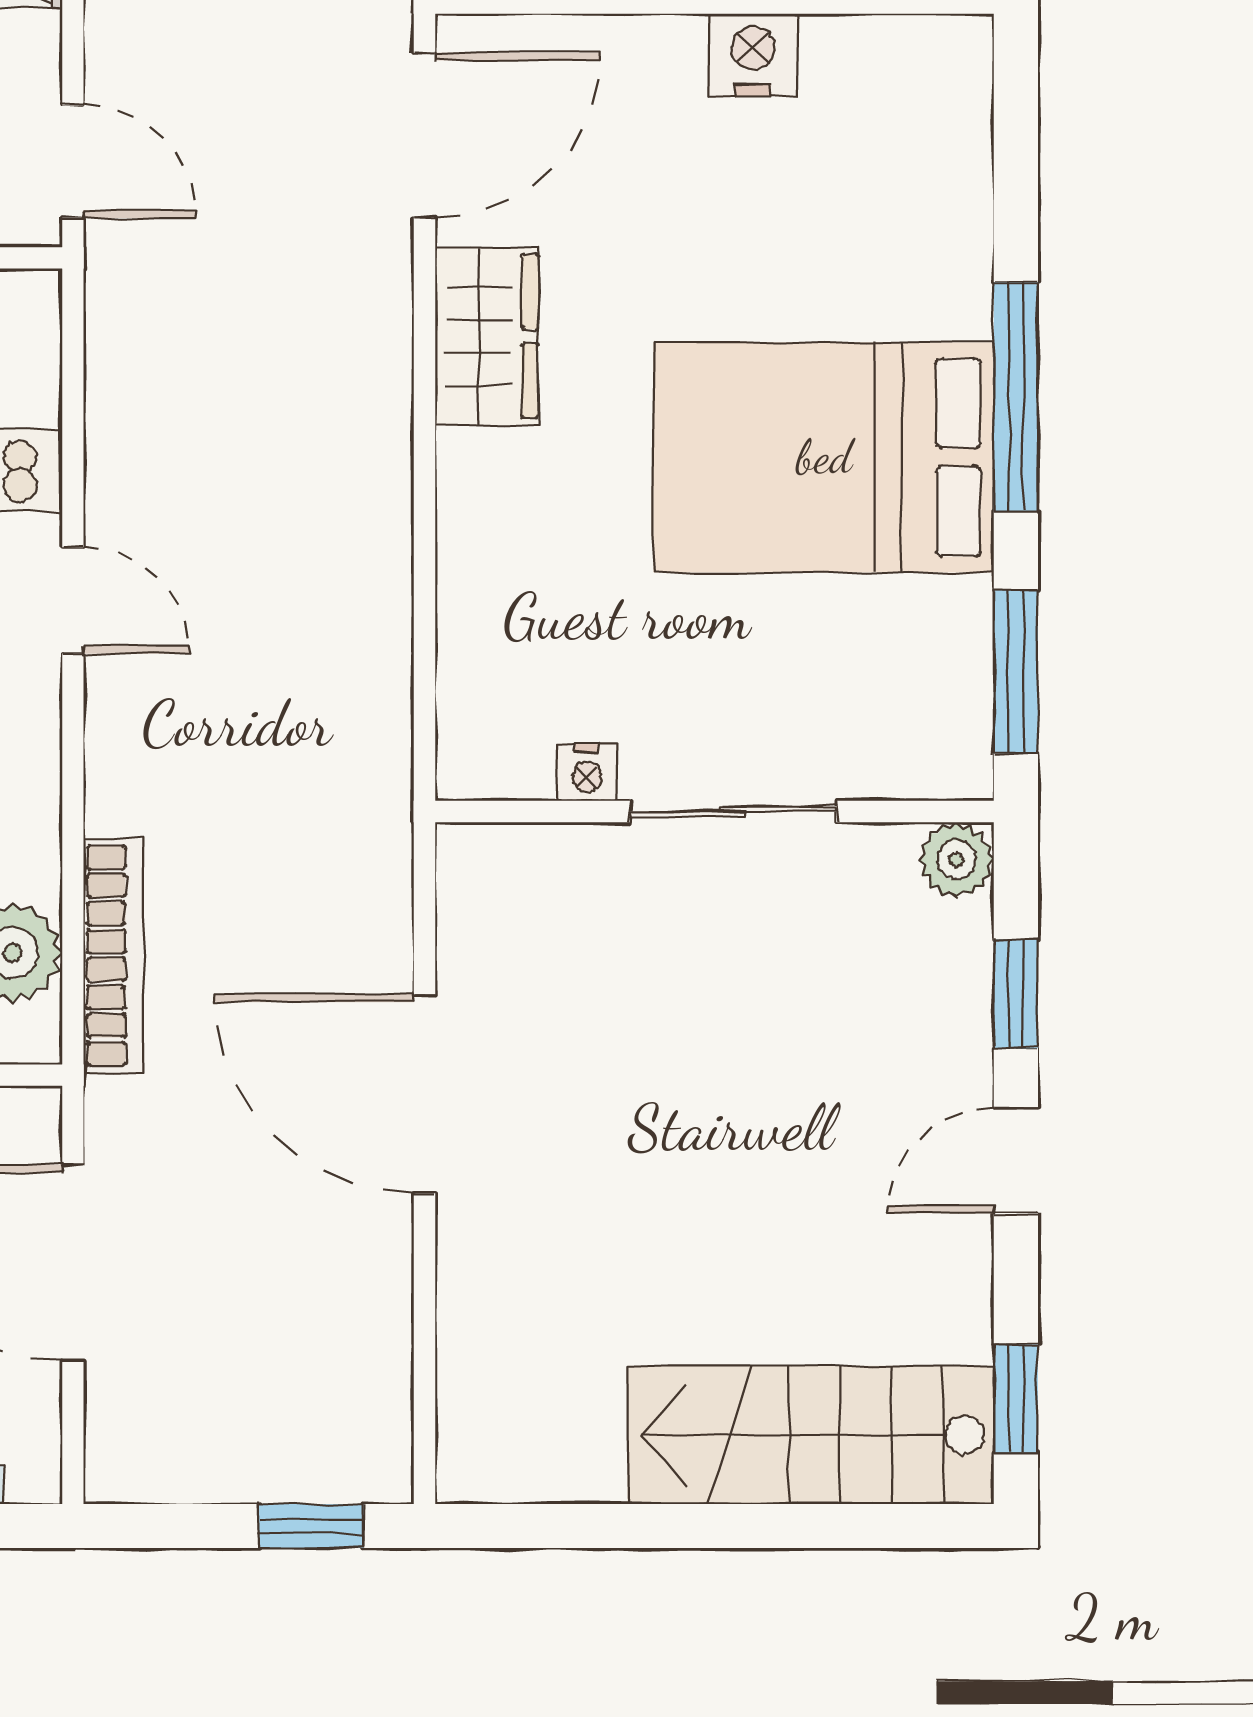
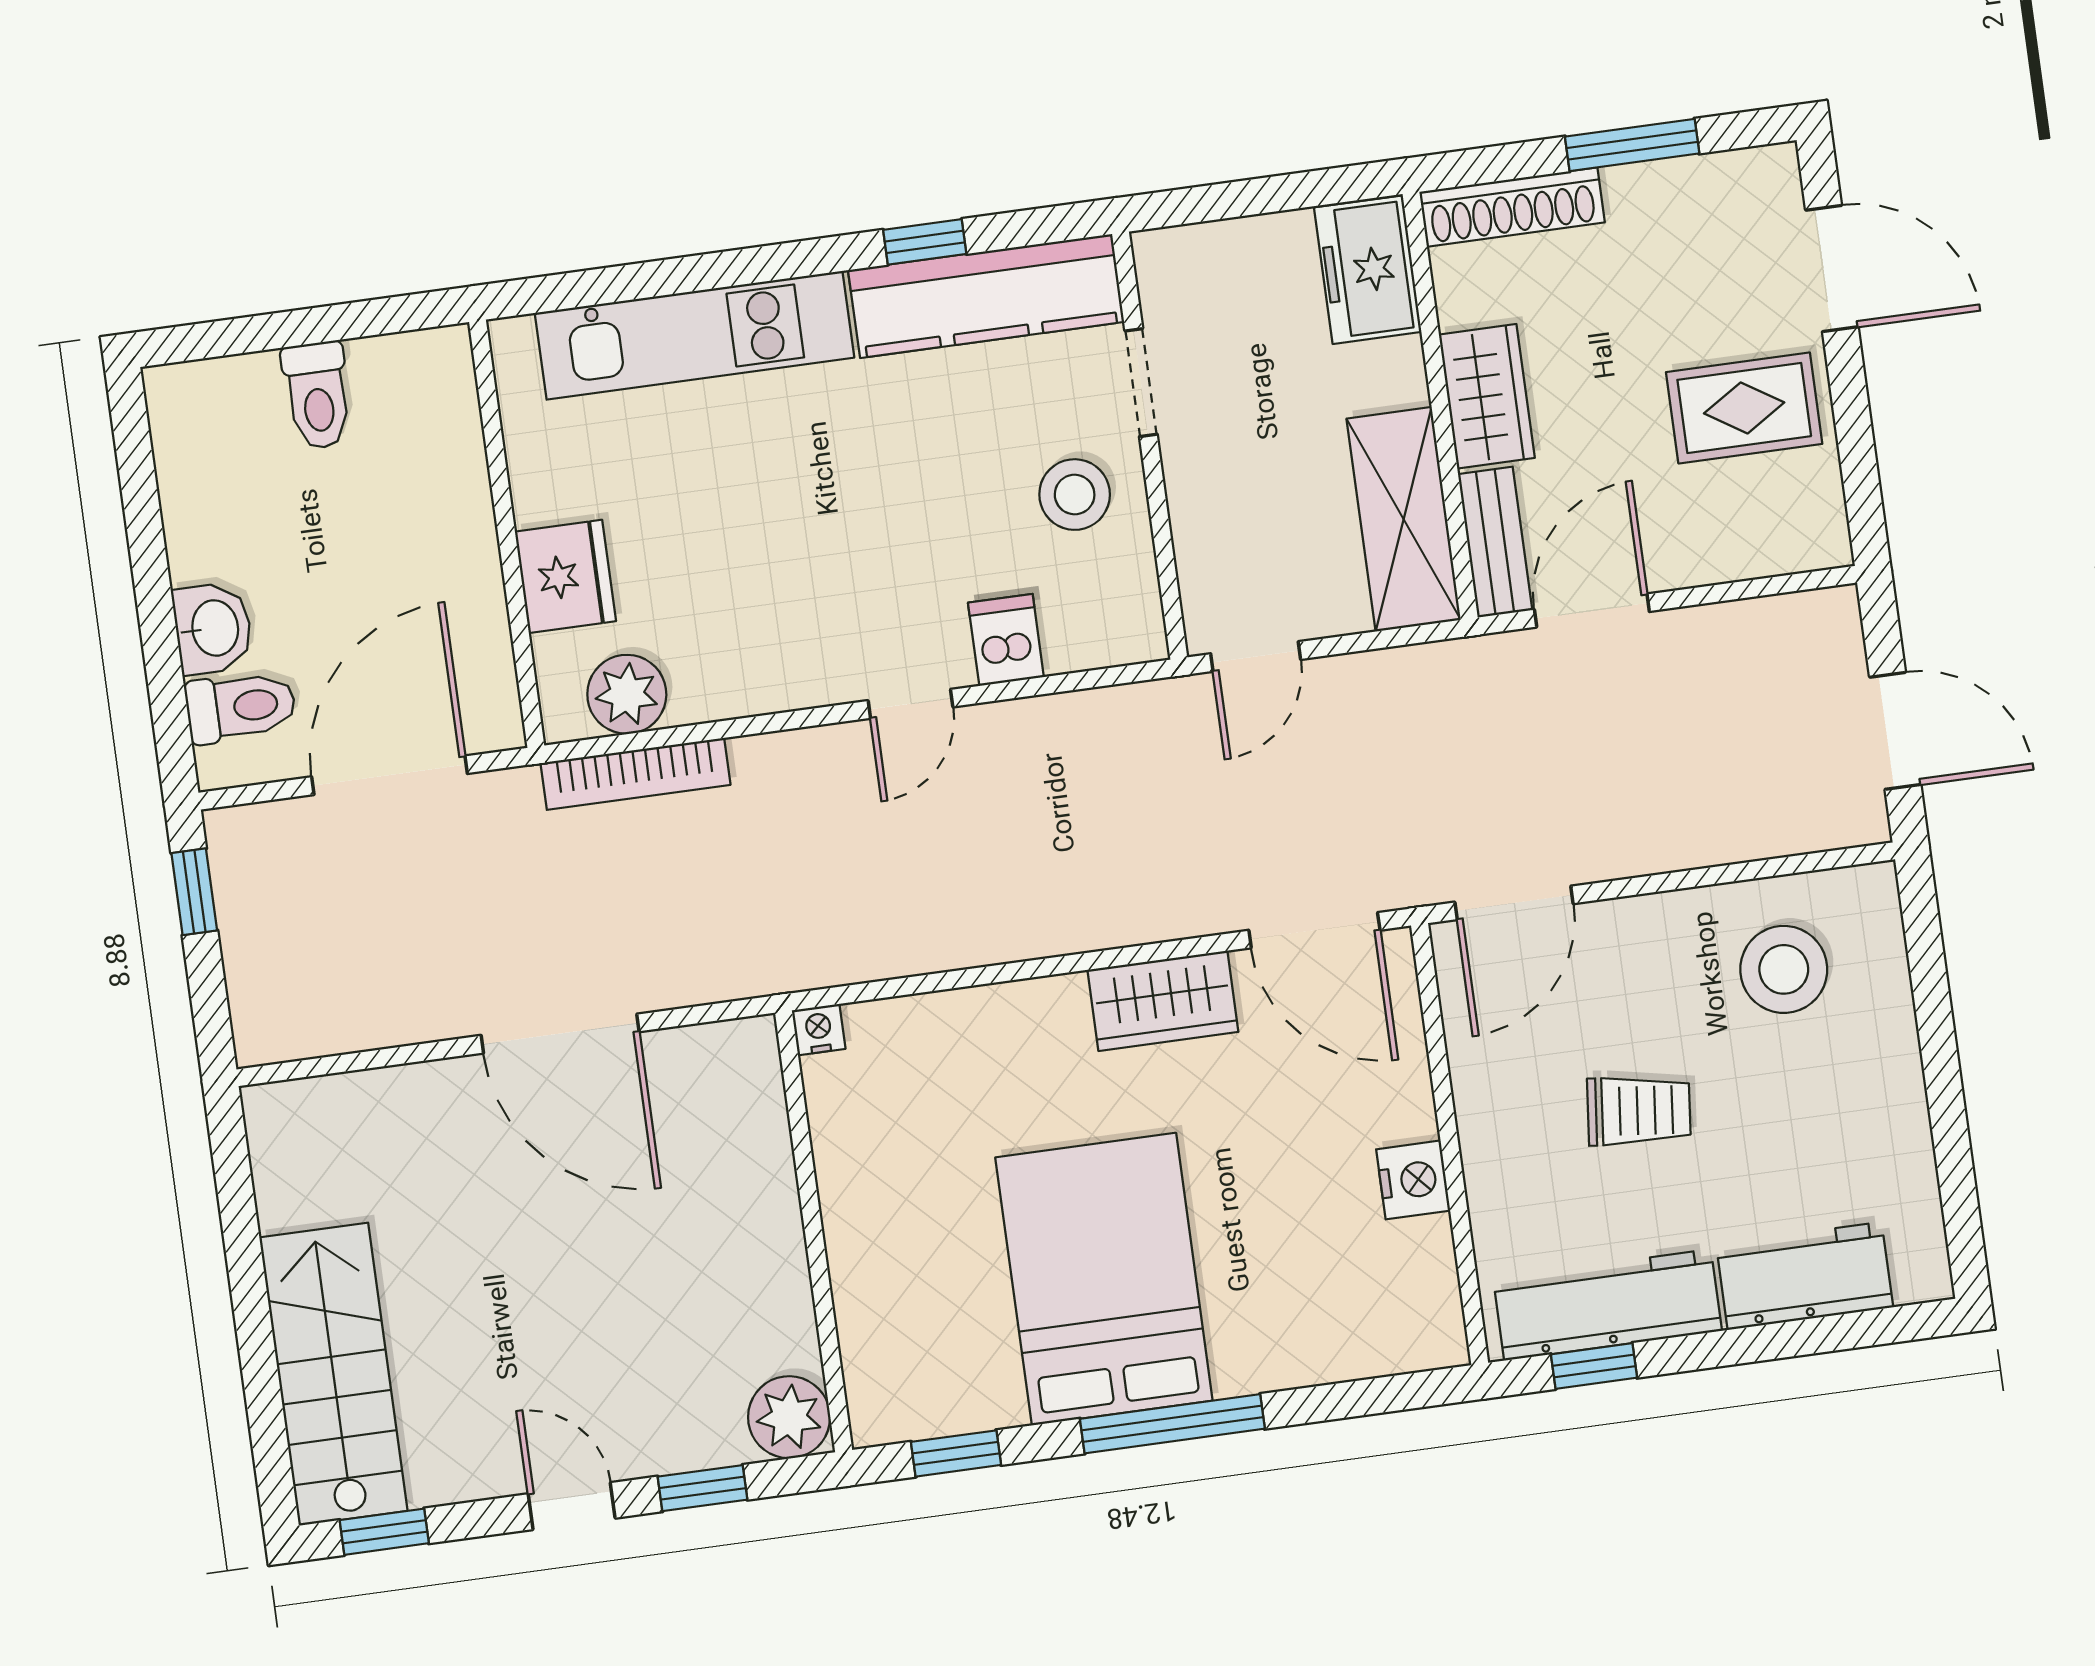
window: (1016, 672) -> (956, 1453), width x0.67
nightstand: (587, 772) -> (819, 1030), moved, turned 90
sliding door: (733, 812) -> (816, 1246), removed
plant: (956, 860) -> (789, 1417), width x1.38, depth x1.38
door: (424, 1094) -> (560, 1034), swing flipped
window: (311, 1526) -> (194, 892), moved

